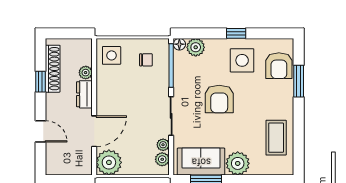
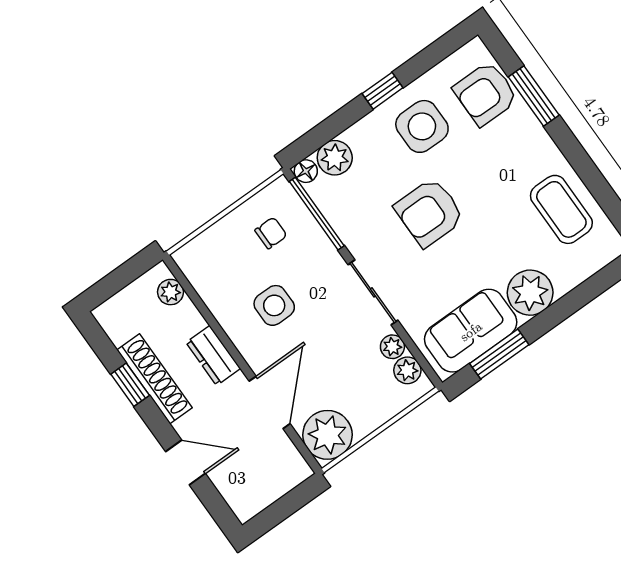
side table: (112, 55) -> (274, 305), moved
armchair: (279, 66) -> (485, 94), turned 90
shoe rack: (53, 69) -> (155, 379), moved
plant: (86, 73) -> (171, 292), moved
armchair: (219, 99) -> (429, 212), turned 90

